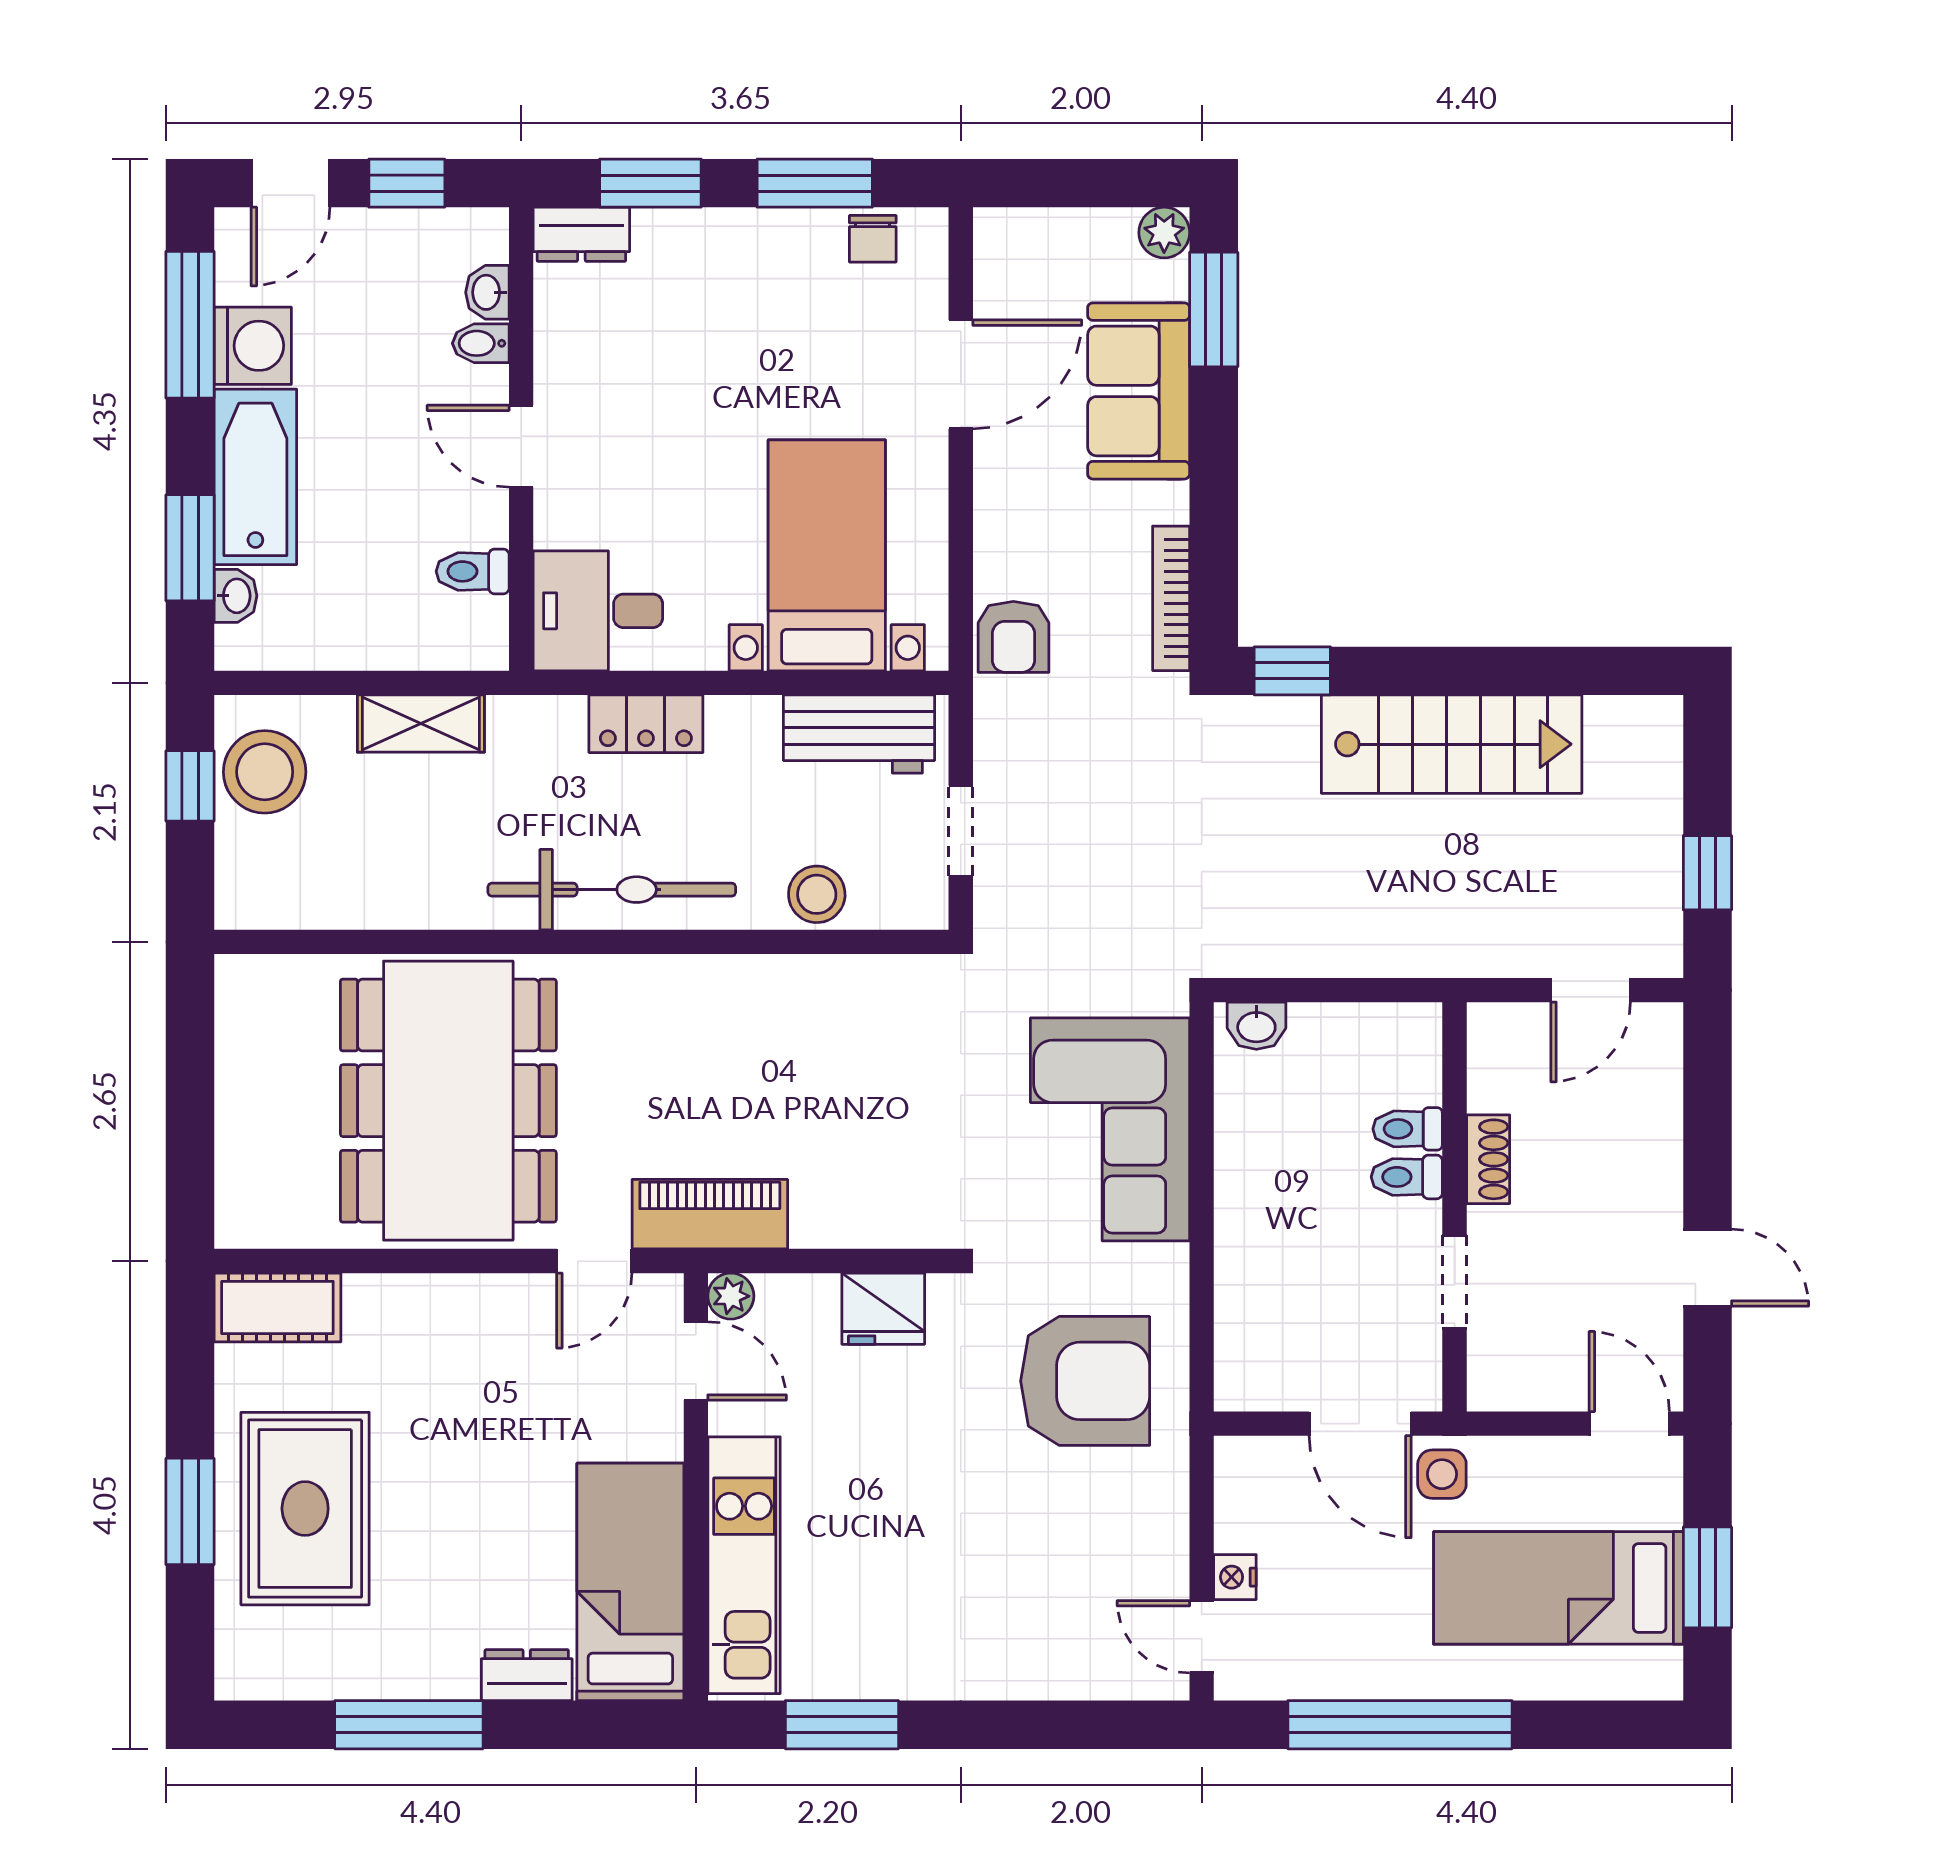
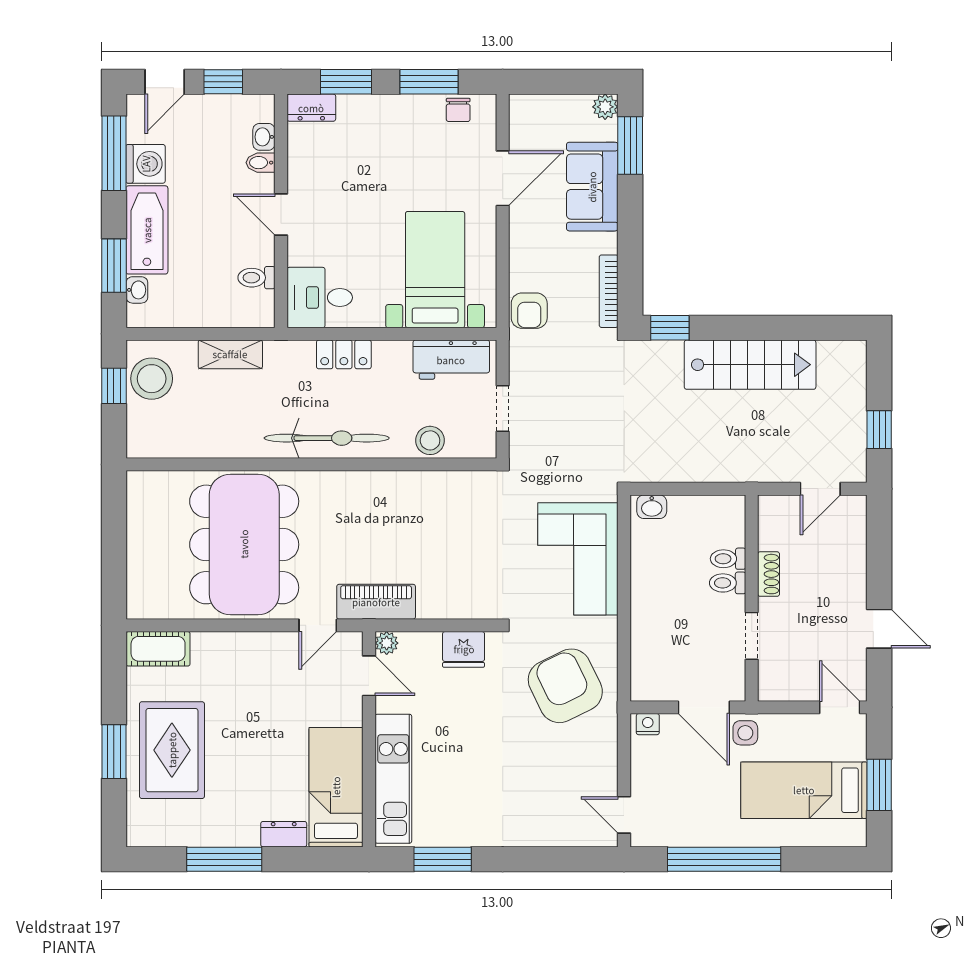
armchair: (1085, 1381) -> (565, 686), turned -116
nightstand: (1235, 1577) -> (648, 724), moved, turned 90

